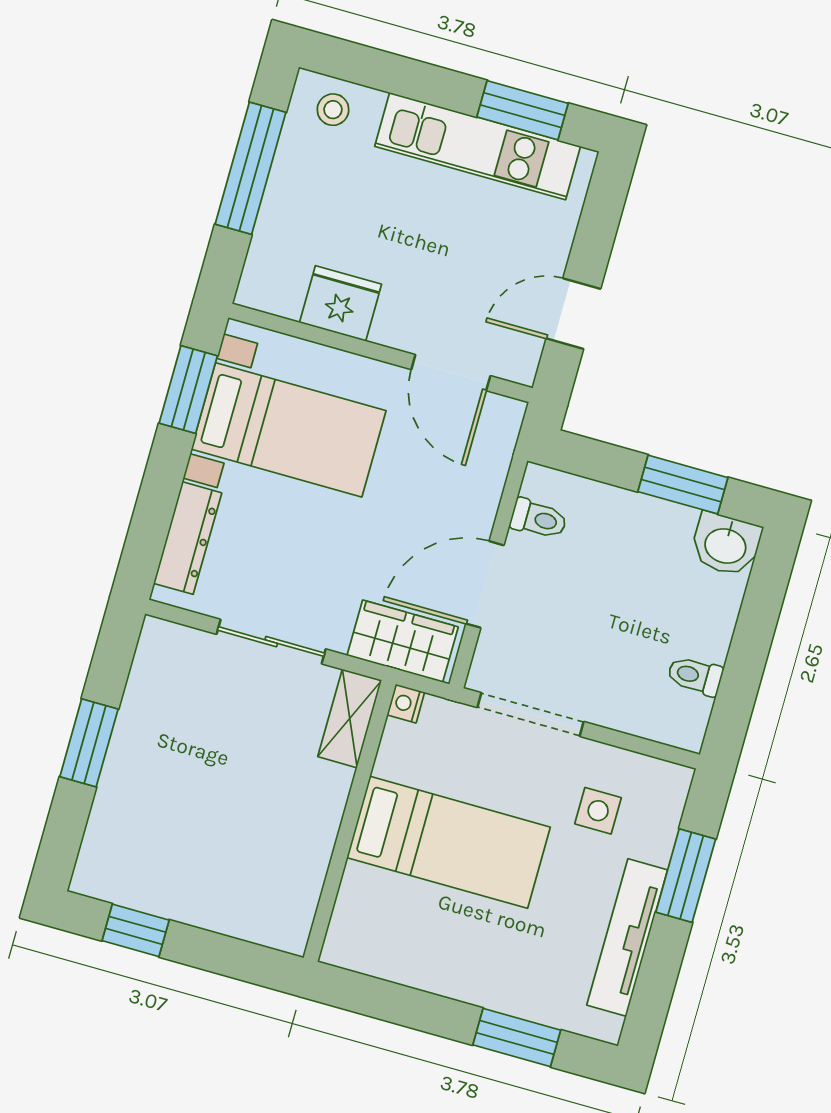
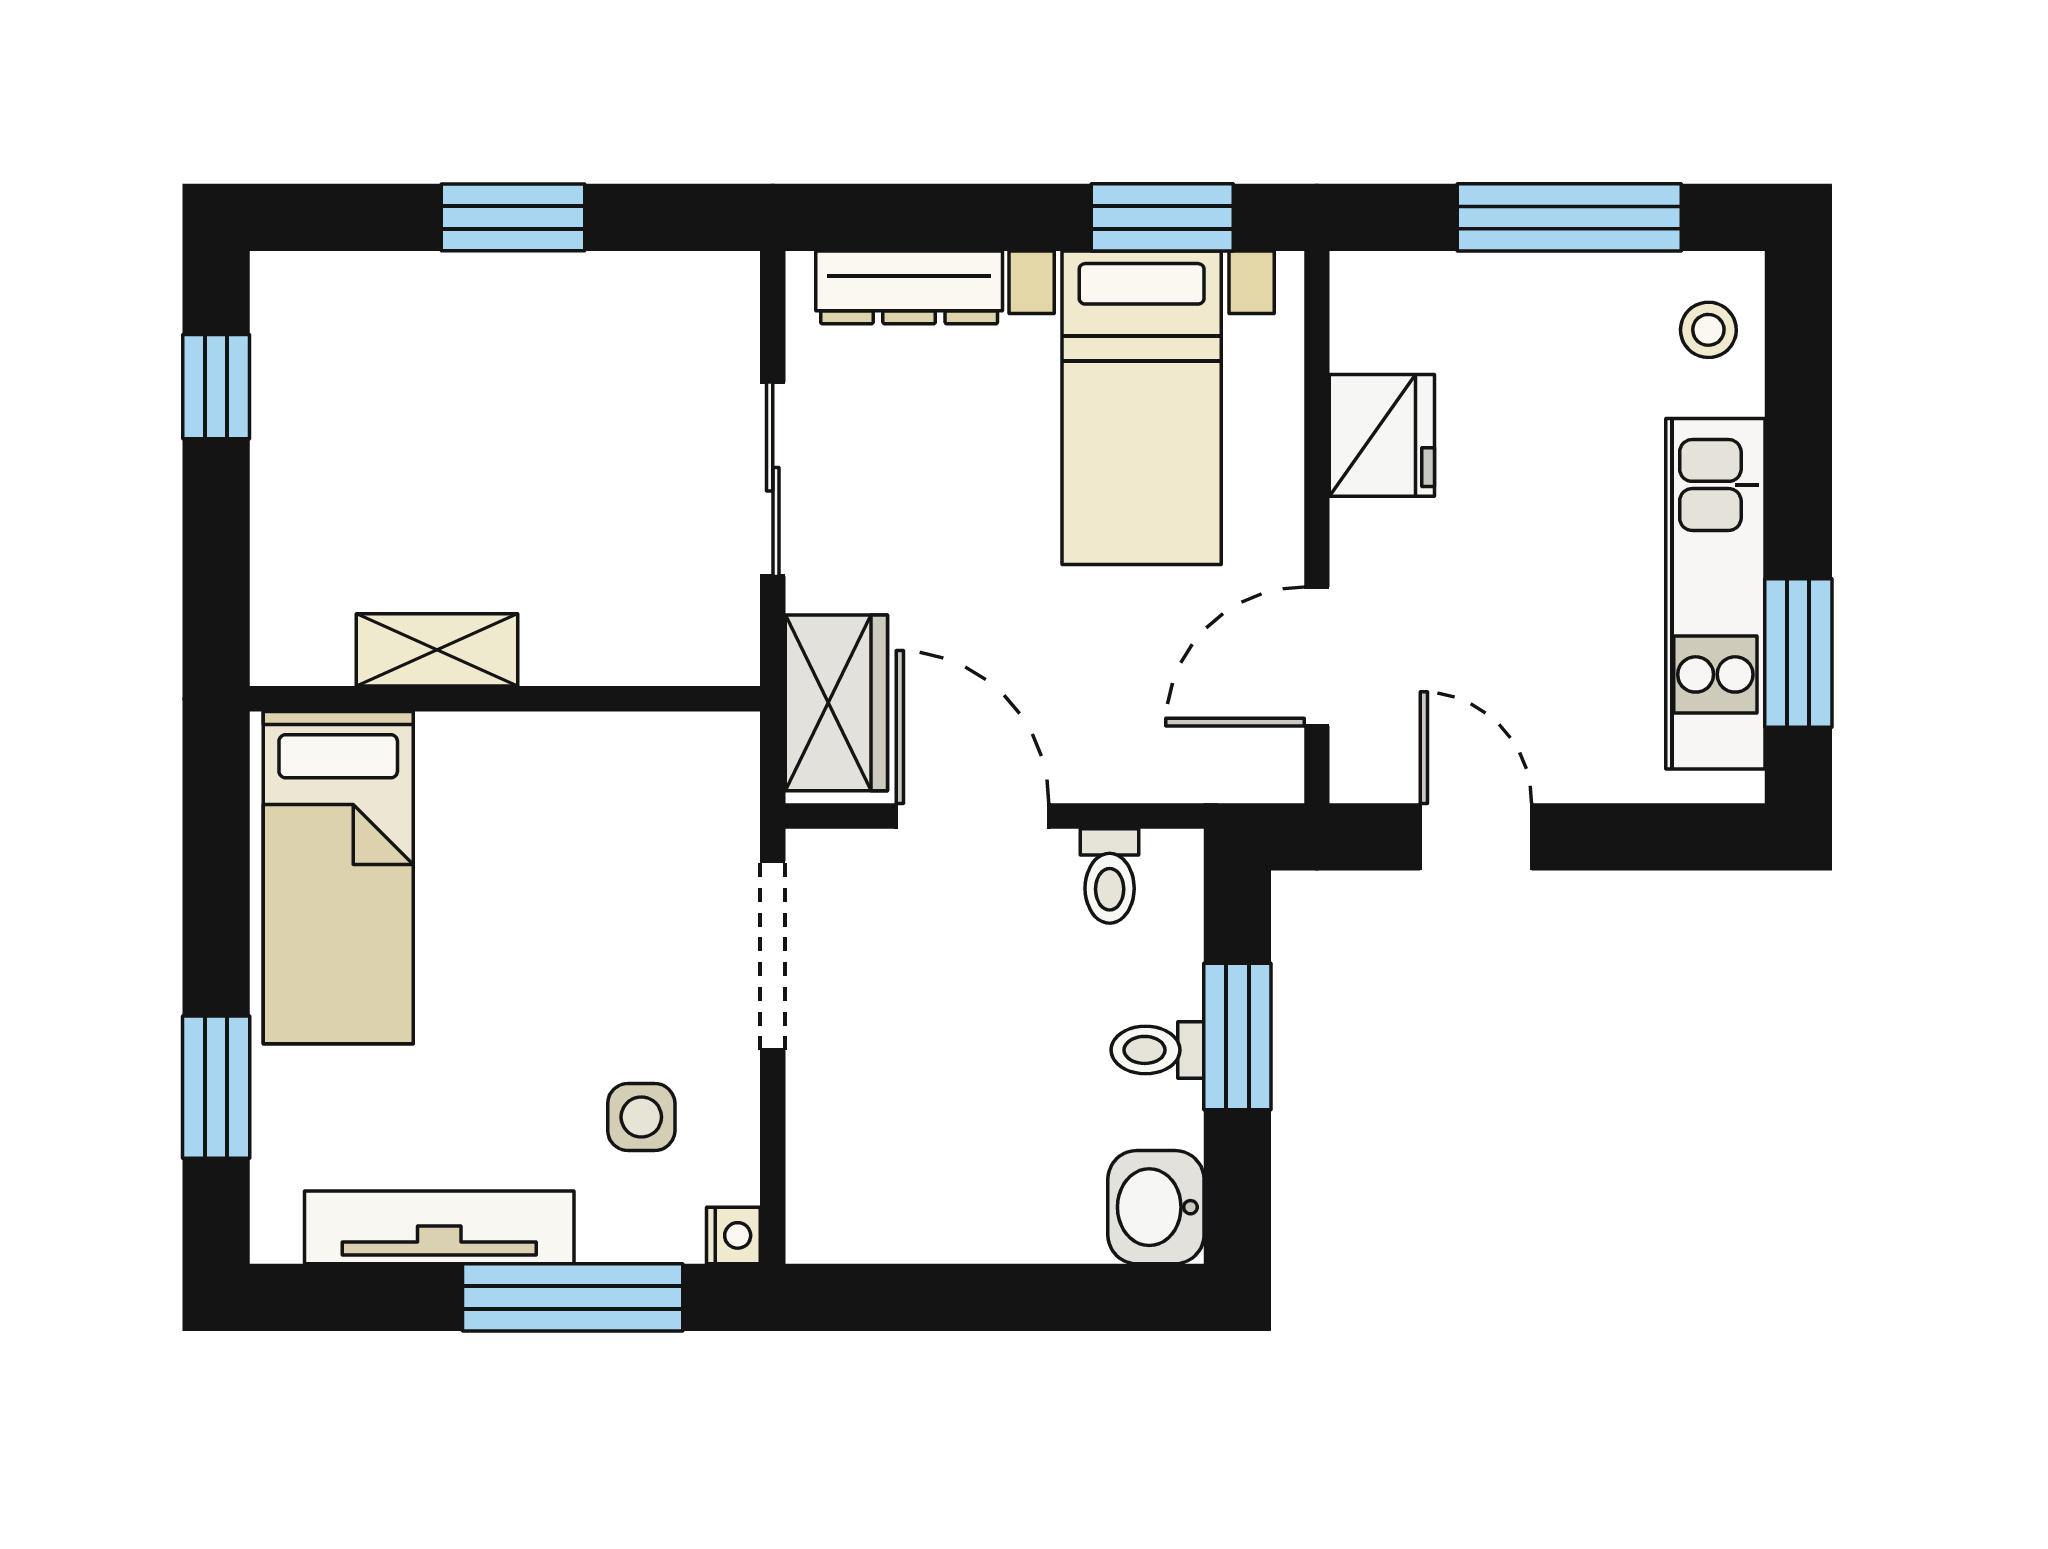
window: (683, 485) -> (1237, 1037), moved
toilet: (695, 676) -> (1158, 1050), moved, turned -90
nightstand: (406, 703) -> (733, 1235), moved, turned 90
shelving: (350, 718) -> (437, 650), moved
bed: (449, 842) -> (338, 878), moved
window: (686, 876) -> (573, 1297), width x1.44

